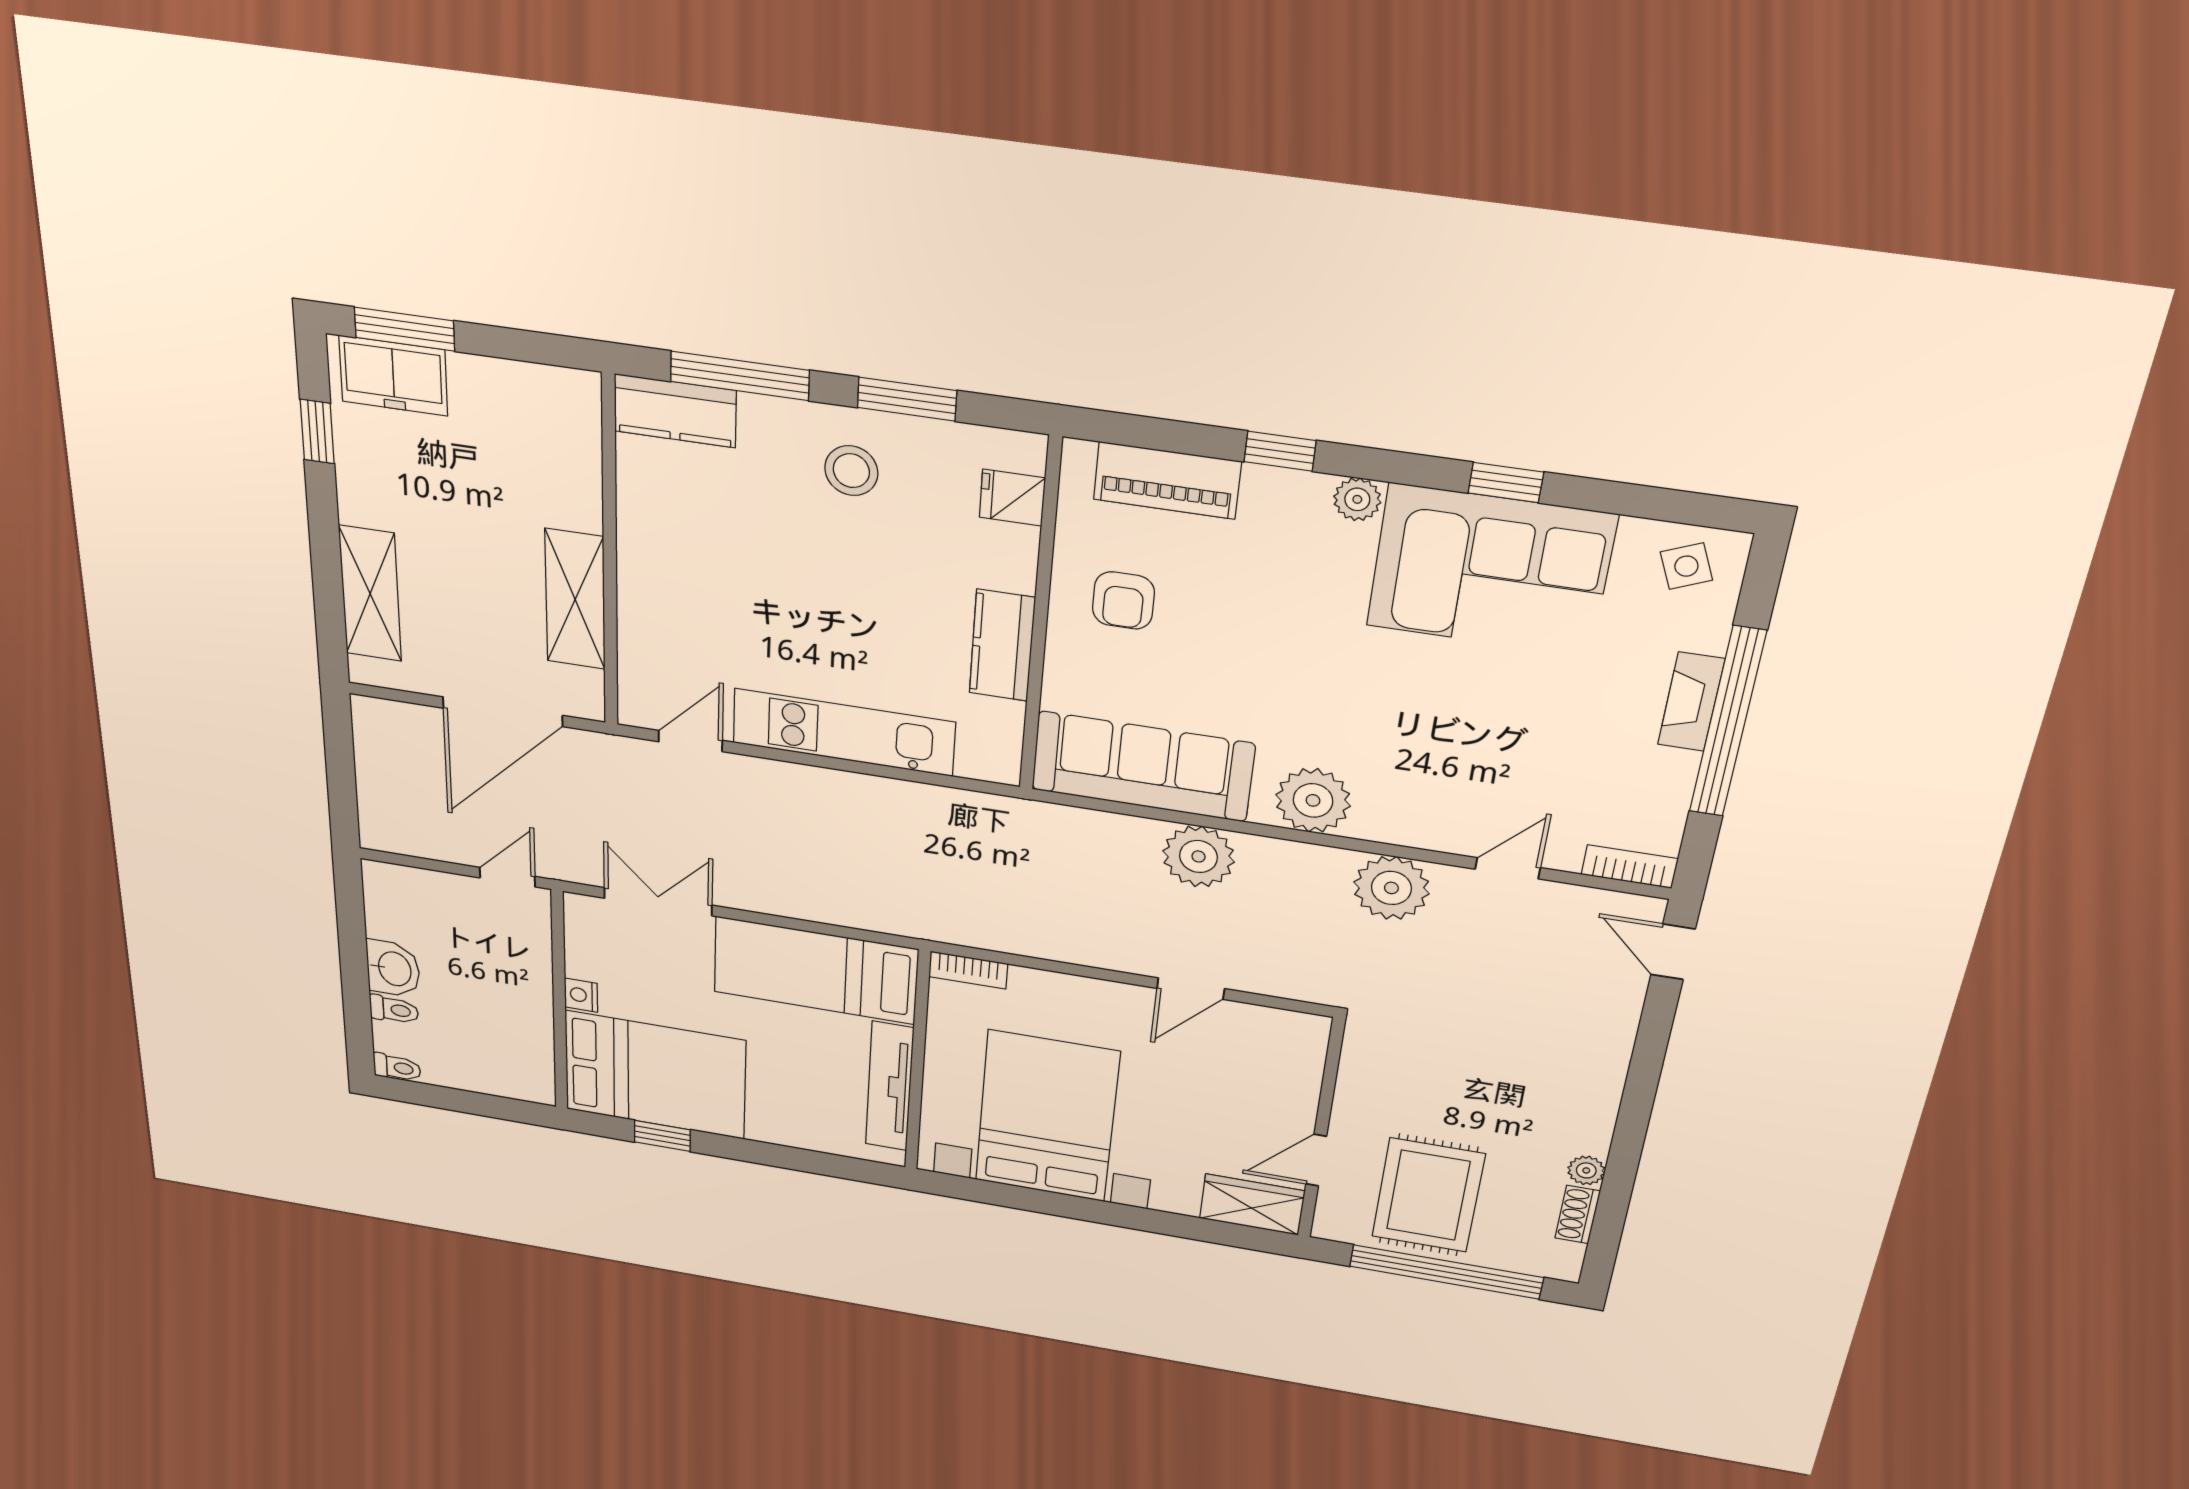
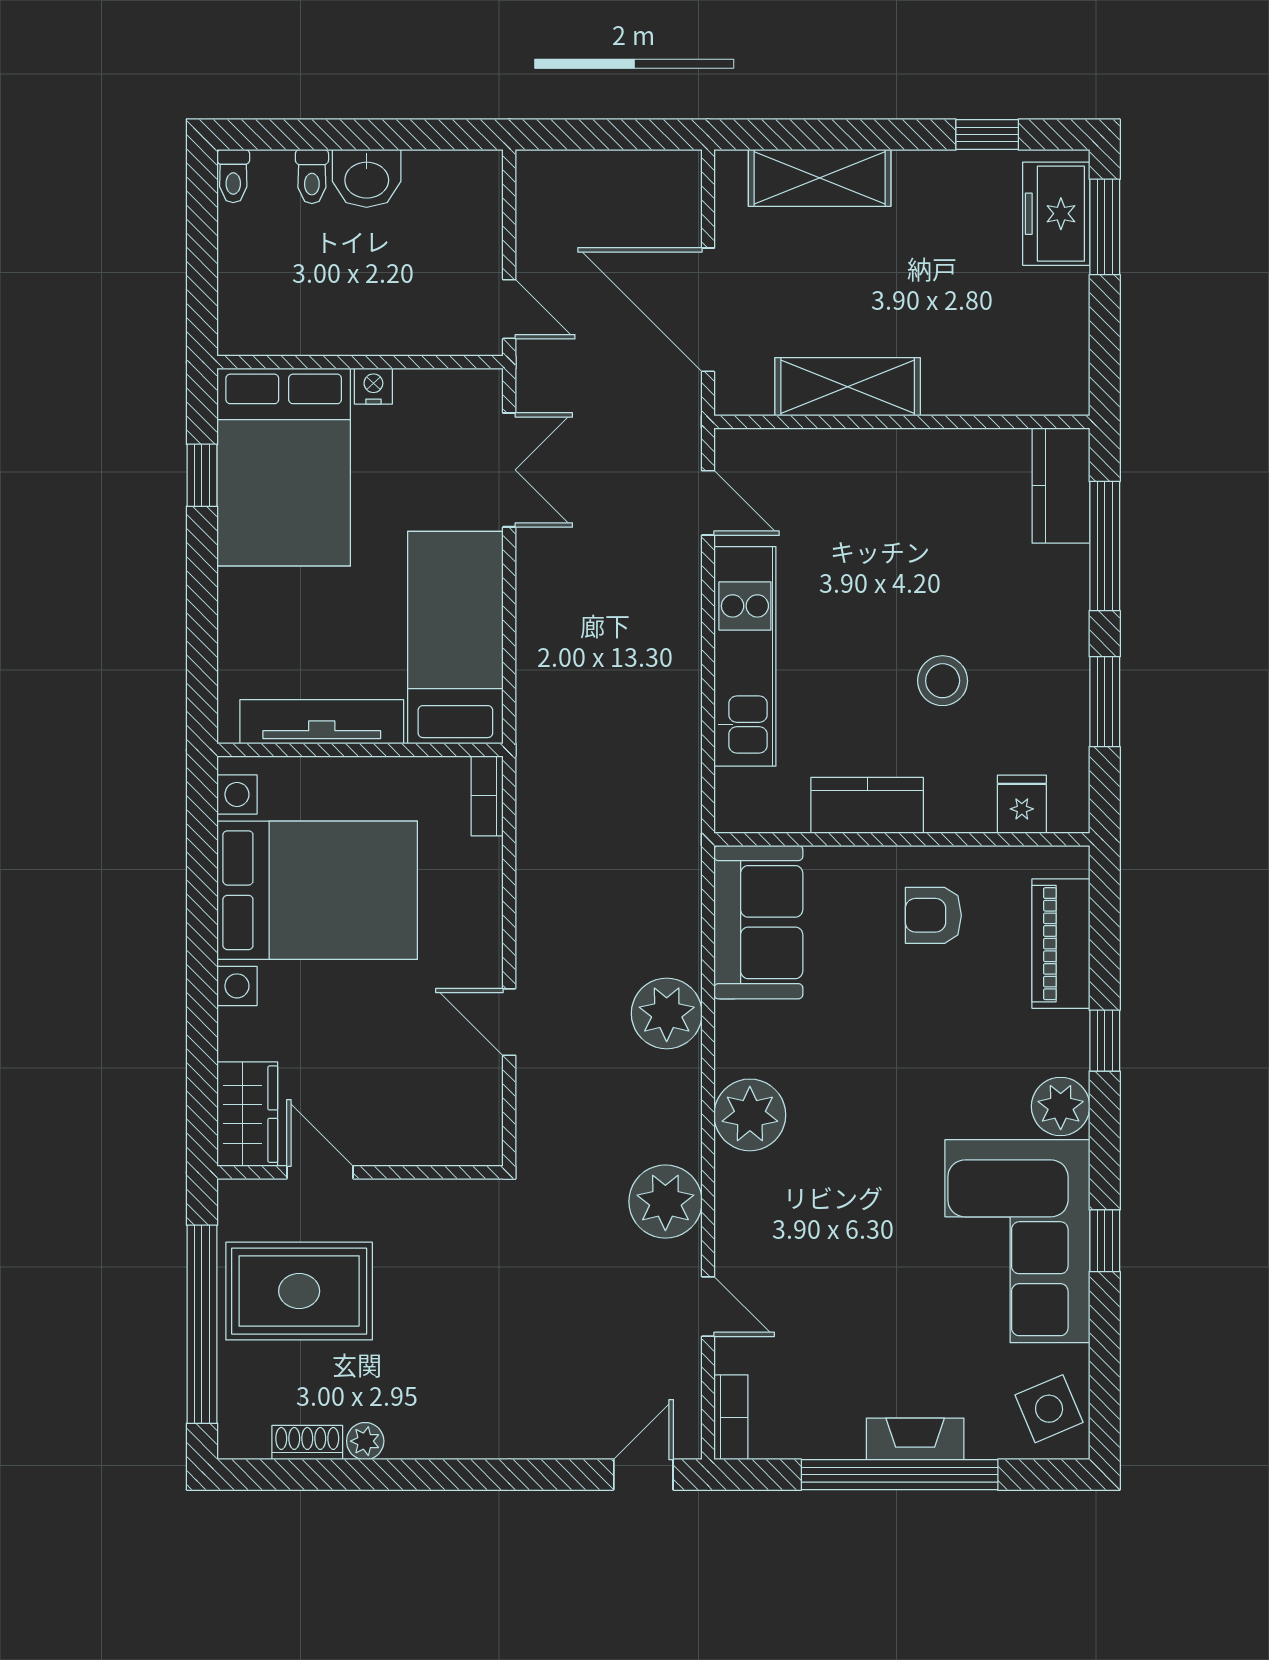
stool: (851, 471) -> (943, 681), moved
plant: (1357, 499) -> (1061, 1106), width x1.38, depth x1.38
side table: (1686, 566) -> (1049, 1409), width x1.37, depth x1.37
sofa: (1143, 766) -> (758, 922), width x0.73

